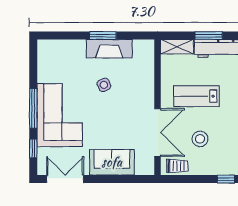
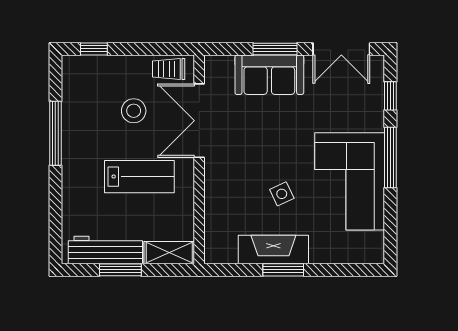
corner sofa: (60, 115) -> (350, 181), moved
window: (108, 179) -> (275, 49), added

